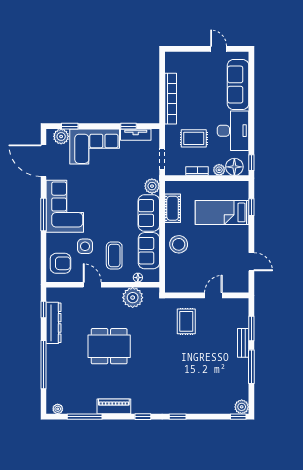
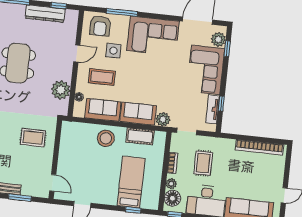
bookcase: (171, 99) -> (260, 147), moved
window: (44, 215) -> (122, 12), moved
door: (213, 295) -> (53, 183), moved

